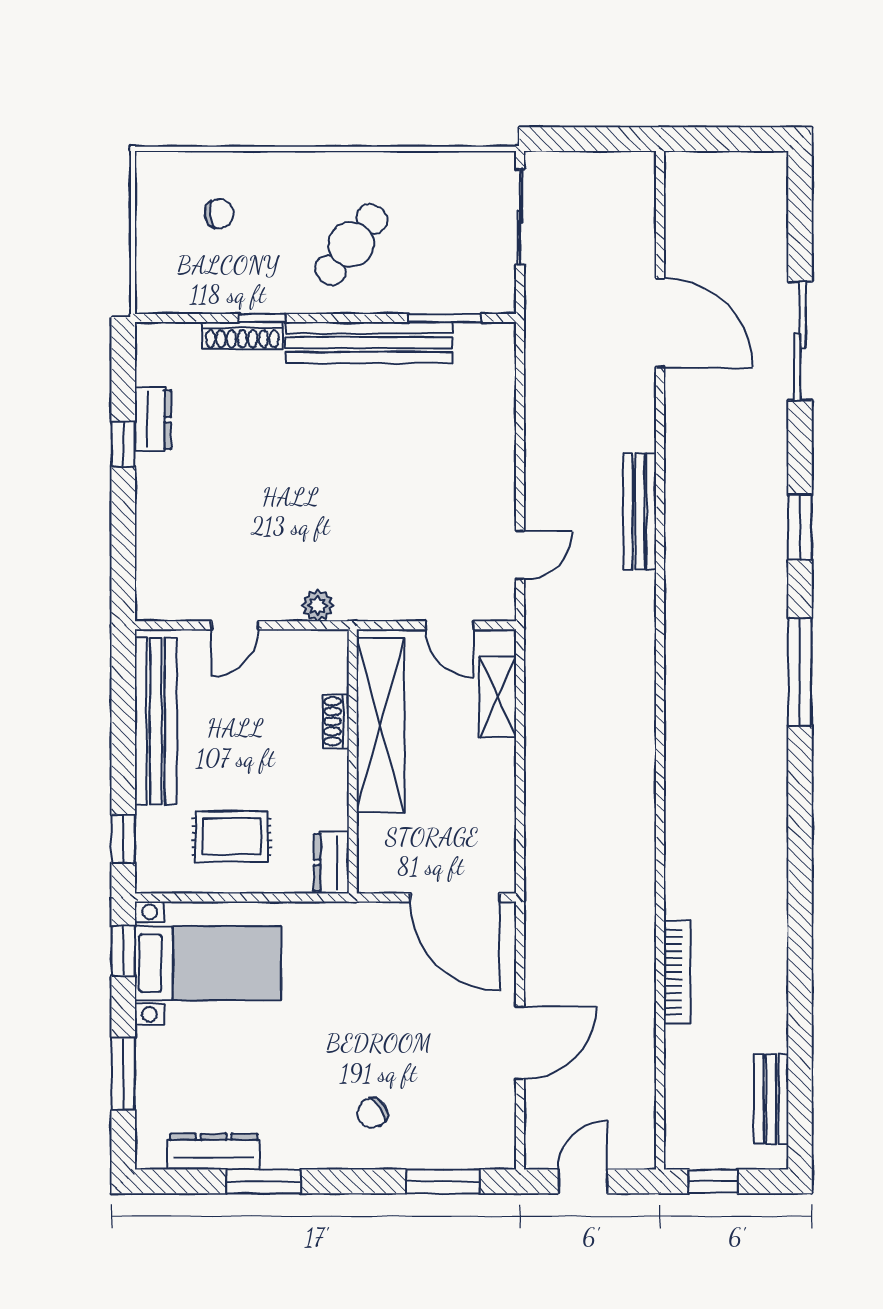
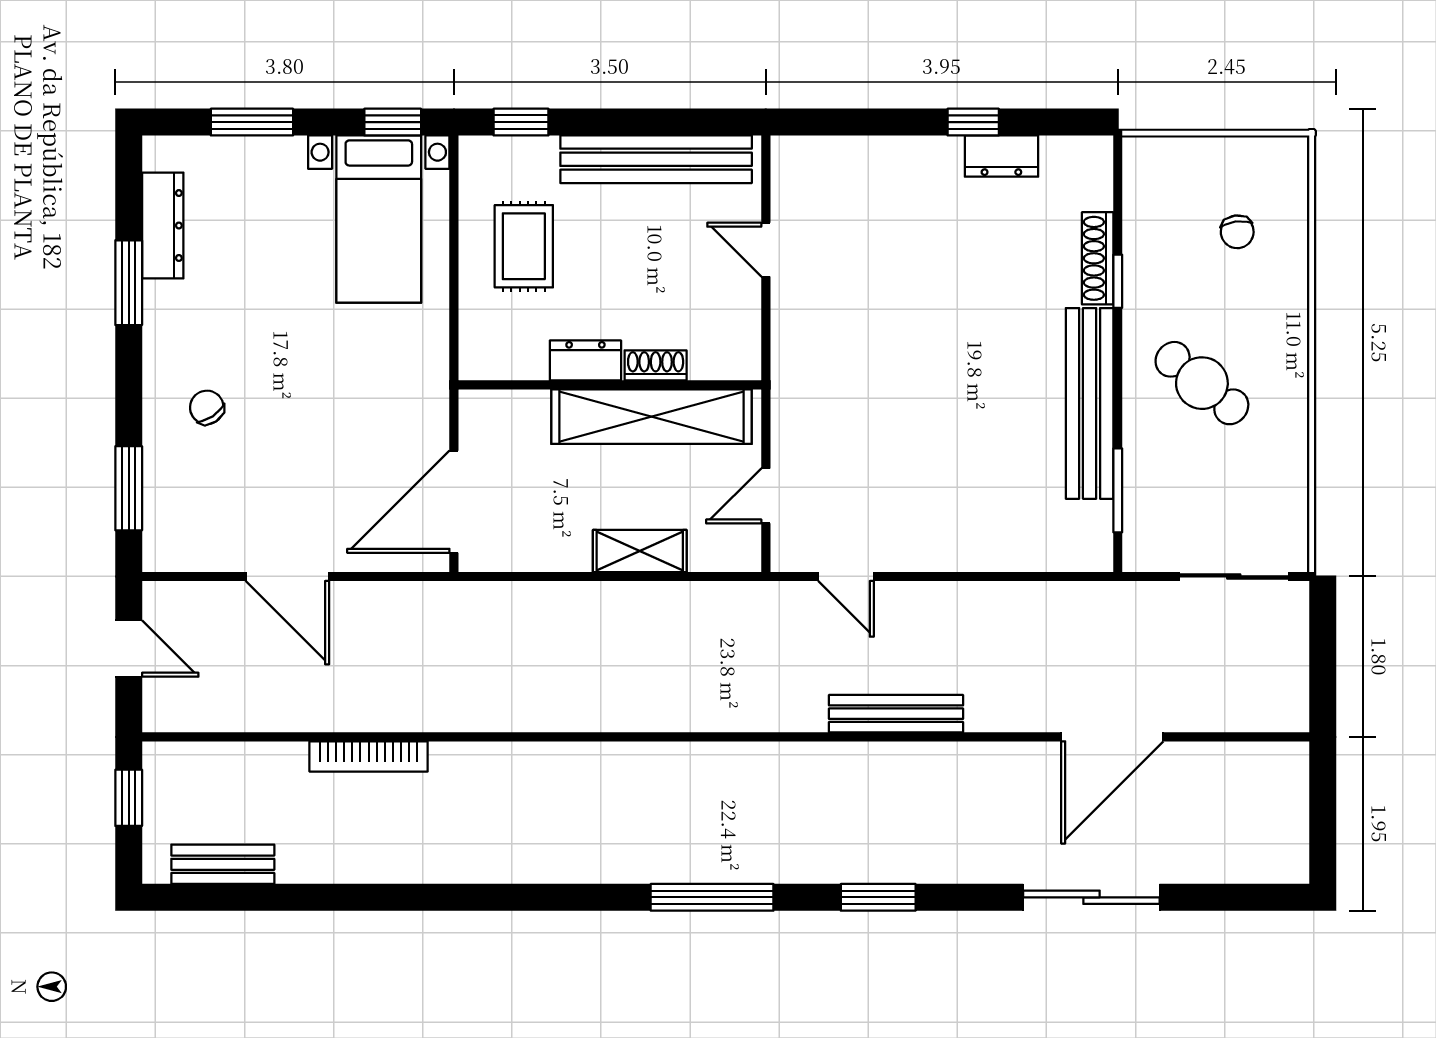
plant: (318, 606) -> (788, 345), removed
shelving: (498, 697) -> (640, 551), moved
dresser: (331, 862) -> (585, 360), moved

